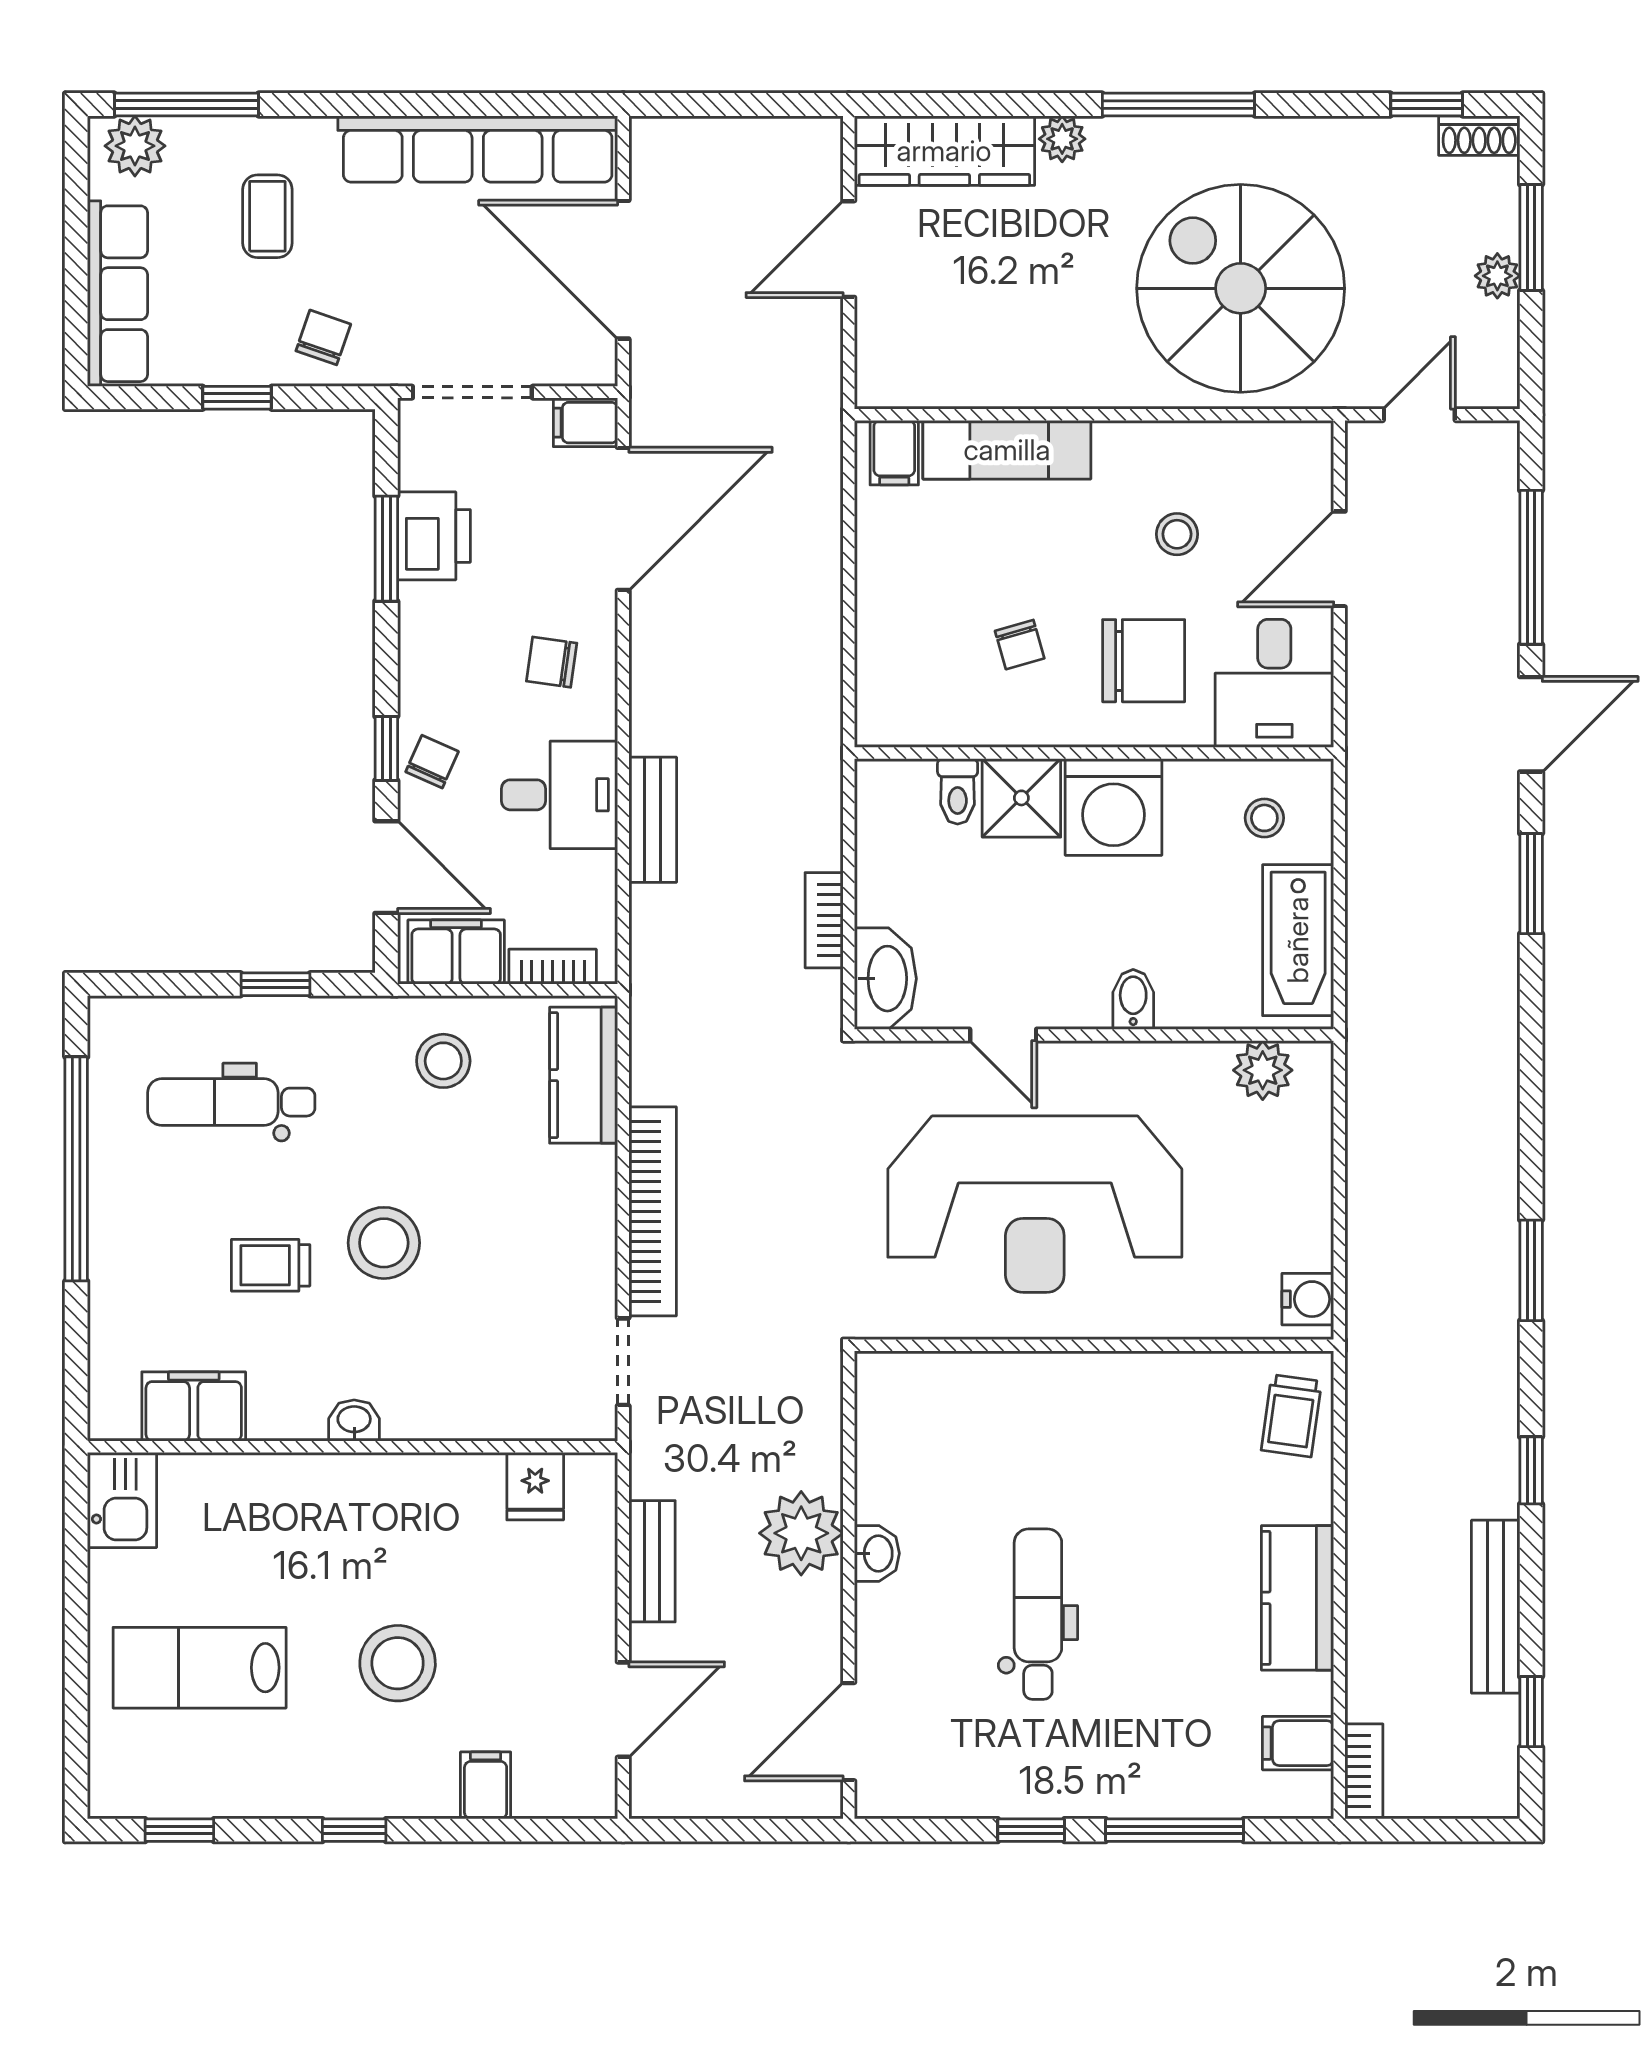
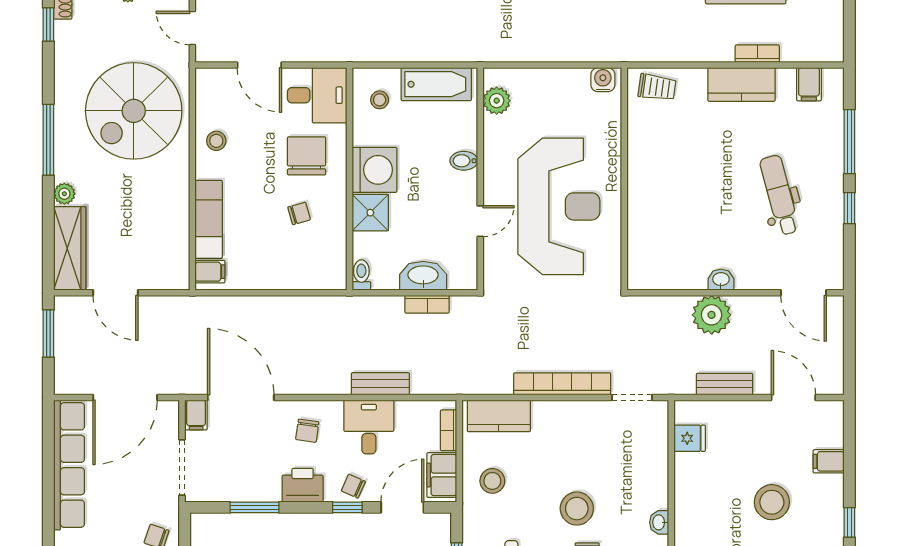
window: (761, 105) -> (48, 334), added
stool: (1177, 534) -> (216, 141), moved
printer: (434, 536) -> (303, 485), moved
toilet: (958, 791) -> (361, 275), moved, turned -90
washbasin: (885, 979) -> (423, 276), moved
dental chair: (1038, 1614) -> (780, 195), moved, turned 75
bookcase: (1364, 1771) -> (757, 54), moved

